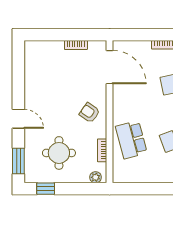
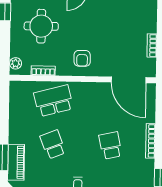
door: (110, 67) -> (129, 80), hinge flipped
armchair: (90, 113) -> (82, 58), turned 145

